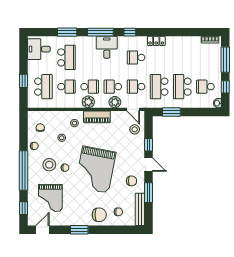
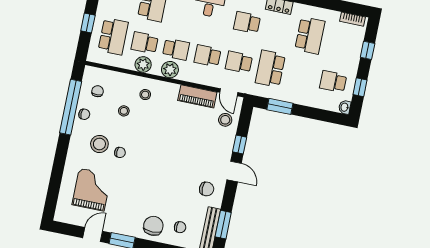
window: (225, 60) -> (368, 50), width x0.46
school desk: (67, 87) -> (145, 43), turned 180
school desk: (182, 87) -> (310, 35), moved, turned 180
plant: (115, 102) -> (143, 64), moved
piano: (97, 117) -> (197, 96), moved
grand piano: (95, 170) -> (161, 164), removed
window: (24, 171) -> (71, 107), moved
window: (148, 193) -> (223, 225), moved
grand piano: (50, 198) -> (92, 190), turned 180
window: (24, 208) -> (52, 196), removed
chair: (99, 215) -> (153, 226), turned -90
door: (42, 230) -> (93, 235), moved

